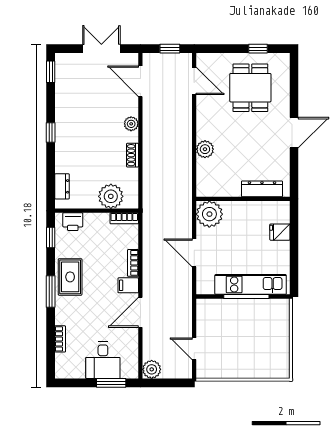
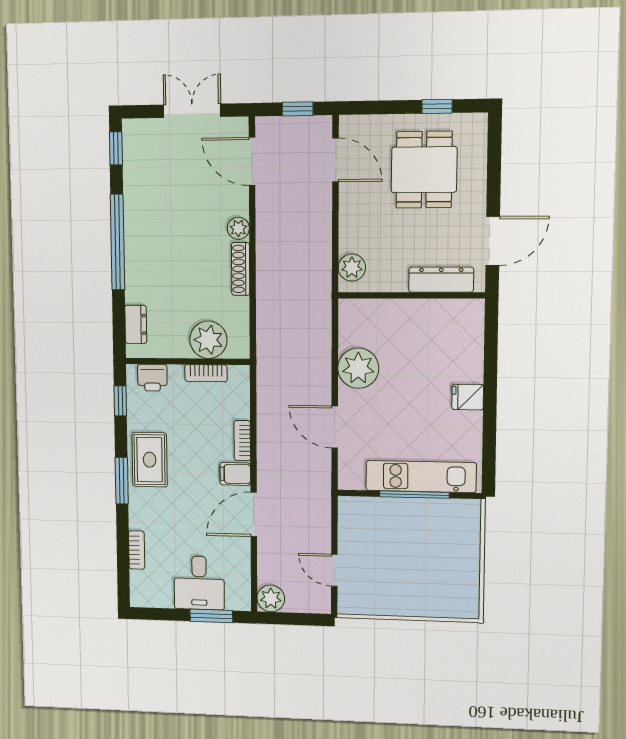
window: (51, 132) -> (118, 242), width x3.17
shoe rack: (133, 155) -> (241, 269), width x1.43
dresser: (262, 189) -> (441, 280), moved
wall: (243, 199) -> (411, 295), moved
bookcase: (124, 218) -> (206, 373), moved

